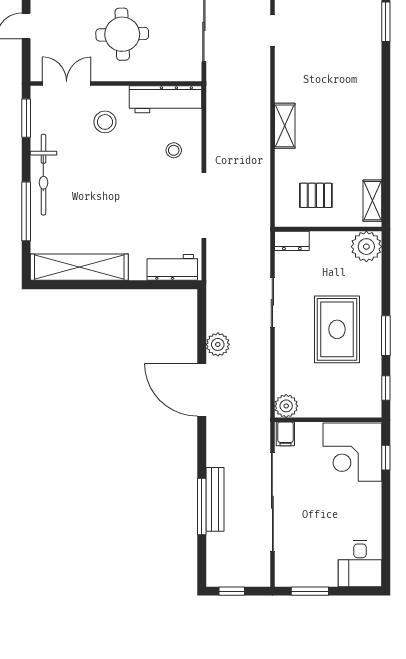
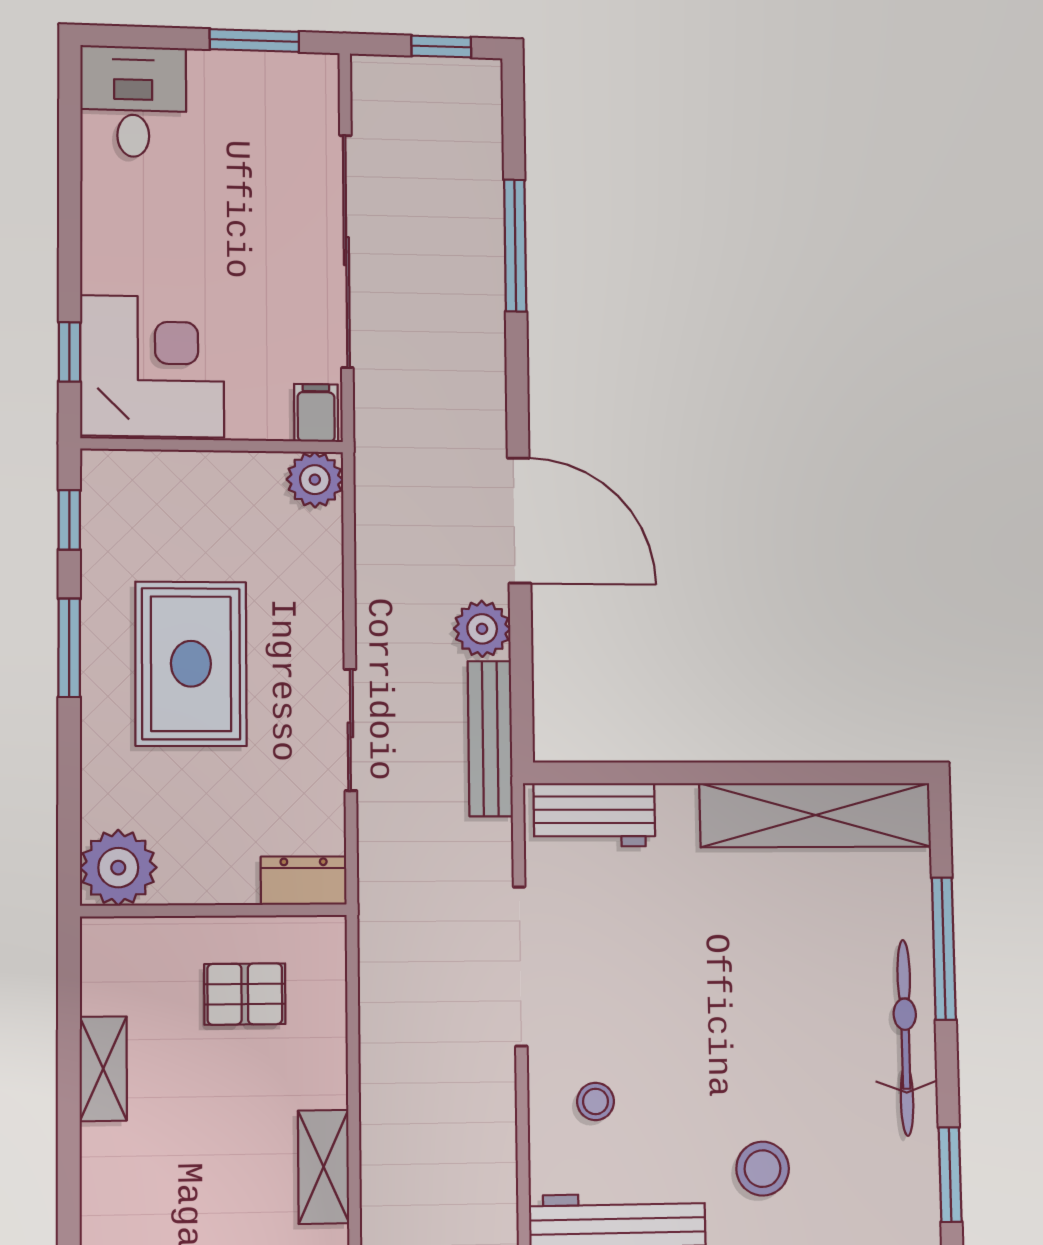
shelving: (372, 201) -> (103, 1069), moved
bench: (215, 499) -> (490, 739), moved

